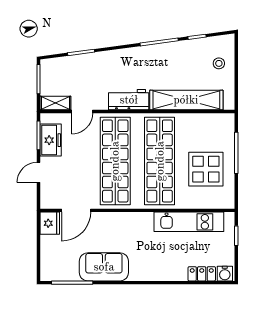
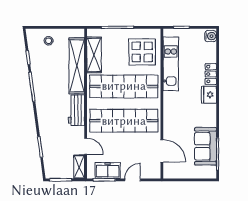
shelving: (200, 122) -> (94, 55), added
display table: (206, 169) -> (142, 52), moved
door: (39, 172) -> (133, 180), swing flipped
fridge: (50, 223) -> (209, 95), moved, turned -90
sofa: (104, 267) -> (206, 146), moved
locker: (202, 274) -> (211, 74), moved

